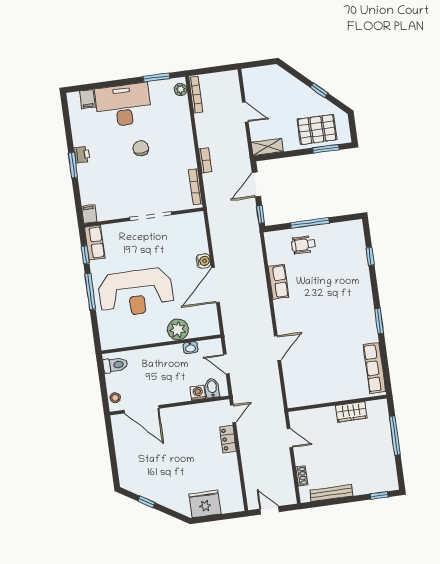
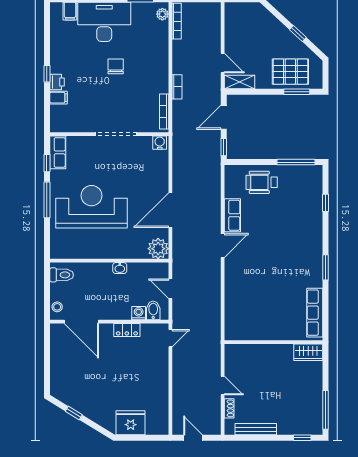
door: (245, 112) -> (223, 63), moved
printer: (82, 155) -> (57, 82), moved
window: (73, 165) -> (47, 74), width x0.67
filing cabinet: (89, 214) -> (59, 98), moved, turned 90
window: (310, 223) -> (296, 162), moved
wheelchair: (303, 245) -> (262, 182), width x1.36, depth x1.37
water cooler: (203, 261) -> (160, 143), moved, turned -90
reception desk: (136, 293) -> (92, 207), turned 180
plant: (178, 330) -> (158, 249), moved
washbasin: (190, 348) -> (120, 268), moved
door: (278, 348) -> (223, 245), moved
wardrobe: (351, 412) -> (308, 352), moved
window: (395, 436) -> (326, 410), moved
door: (290, 438) -> (223, 385), moved
locker: (228, 439) -> (127, 330), moved, turned -90

